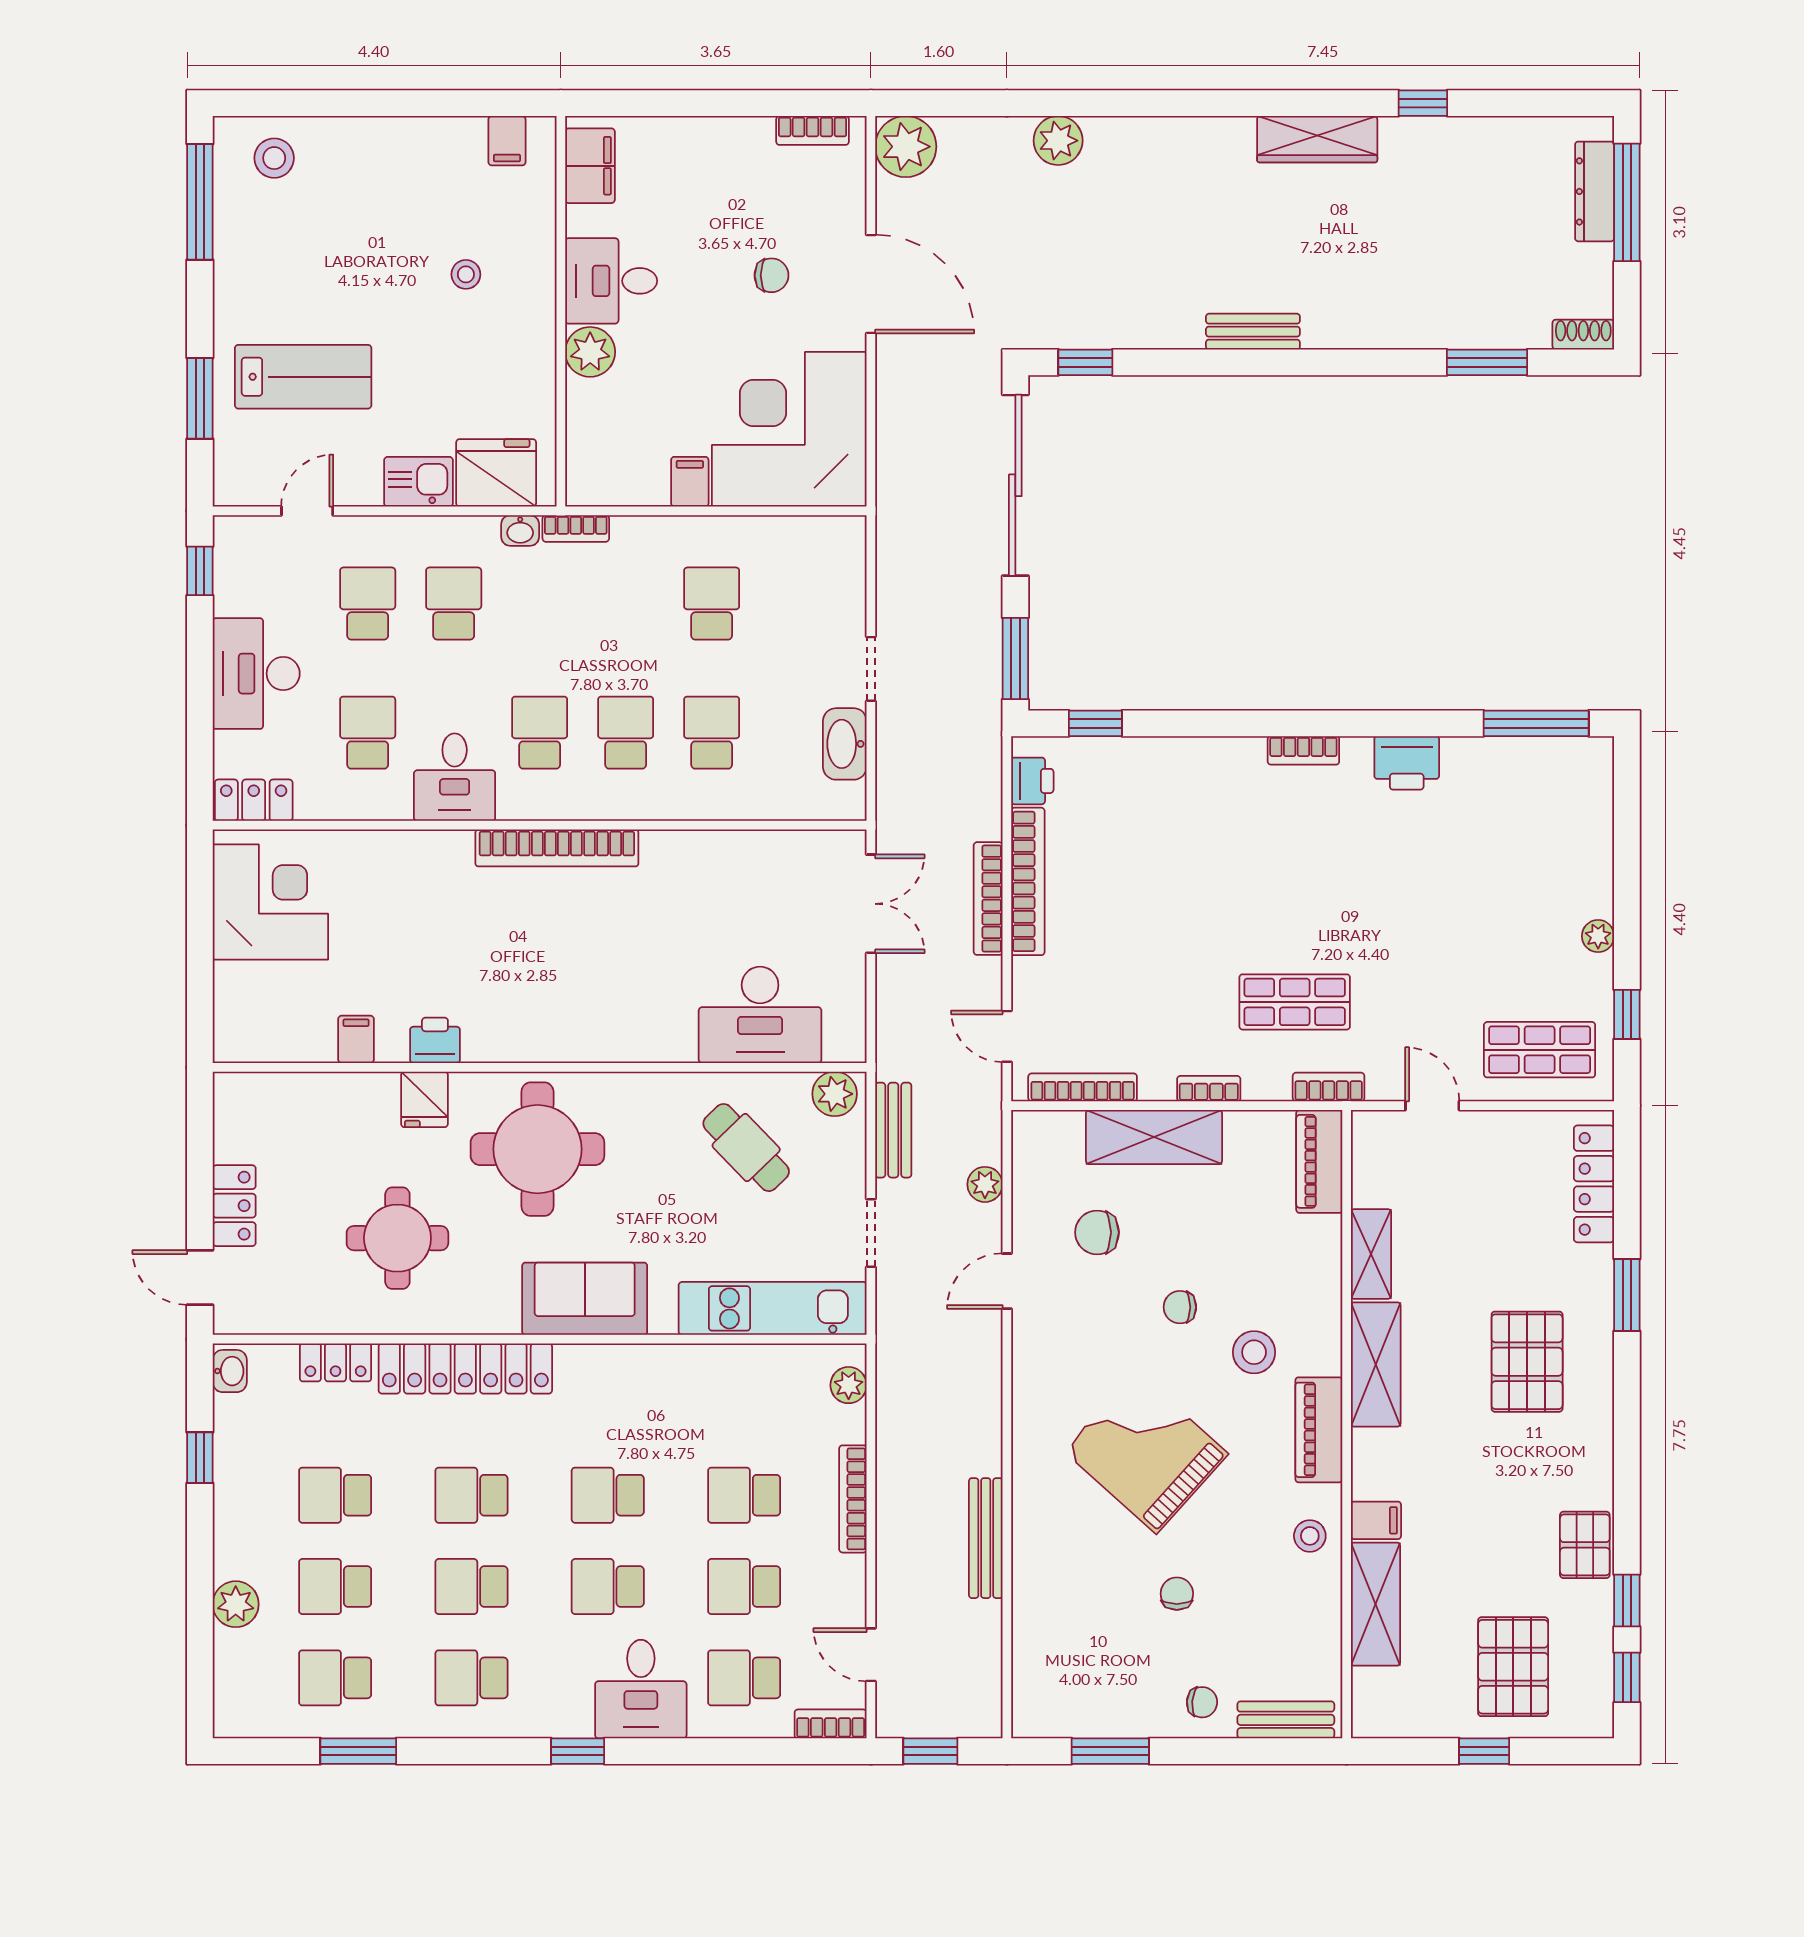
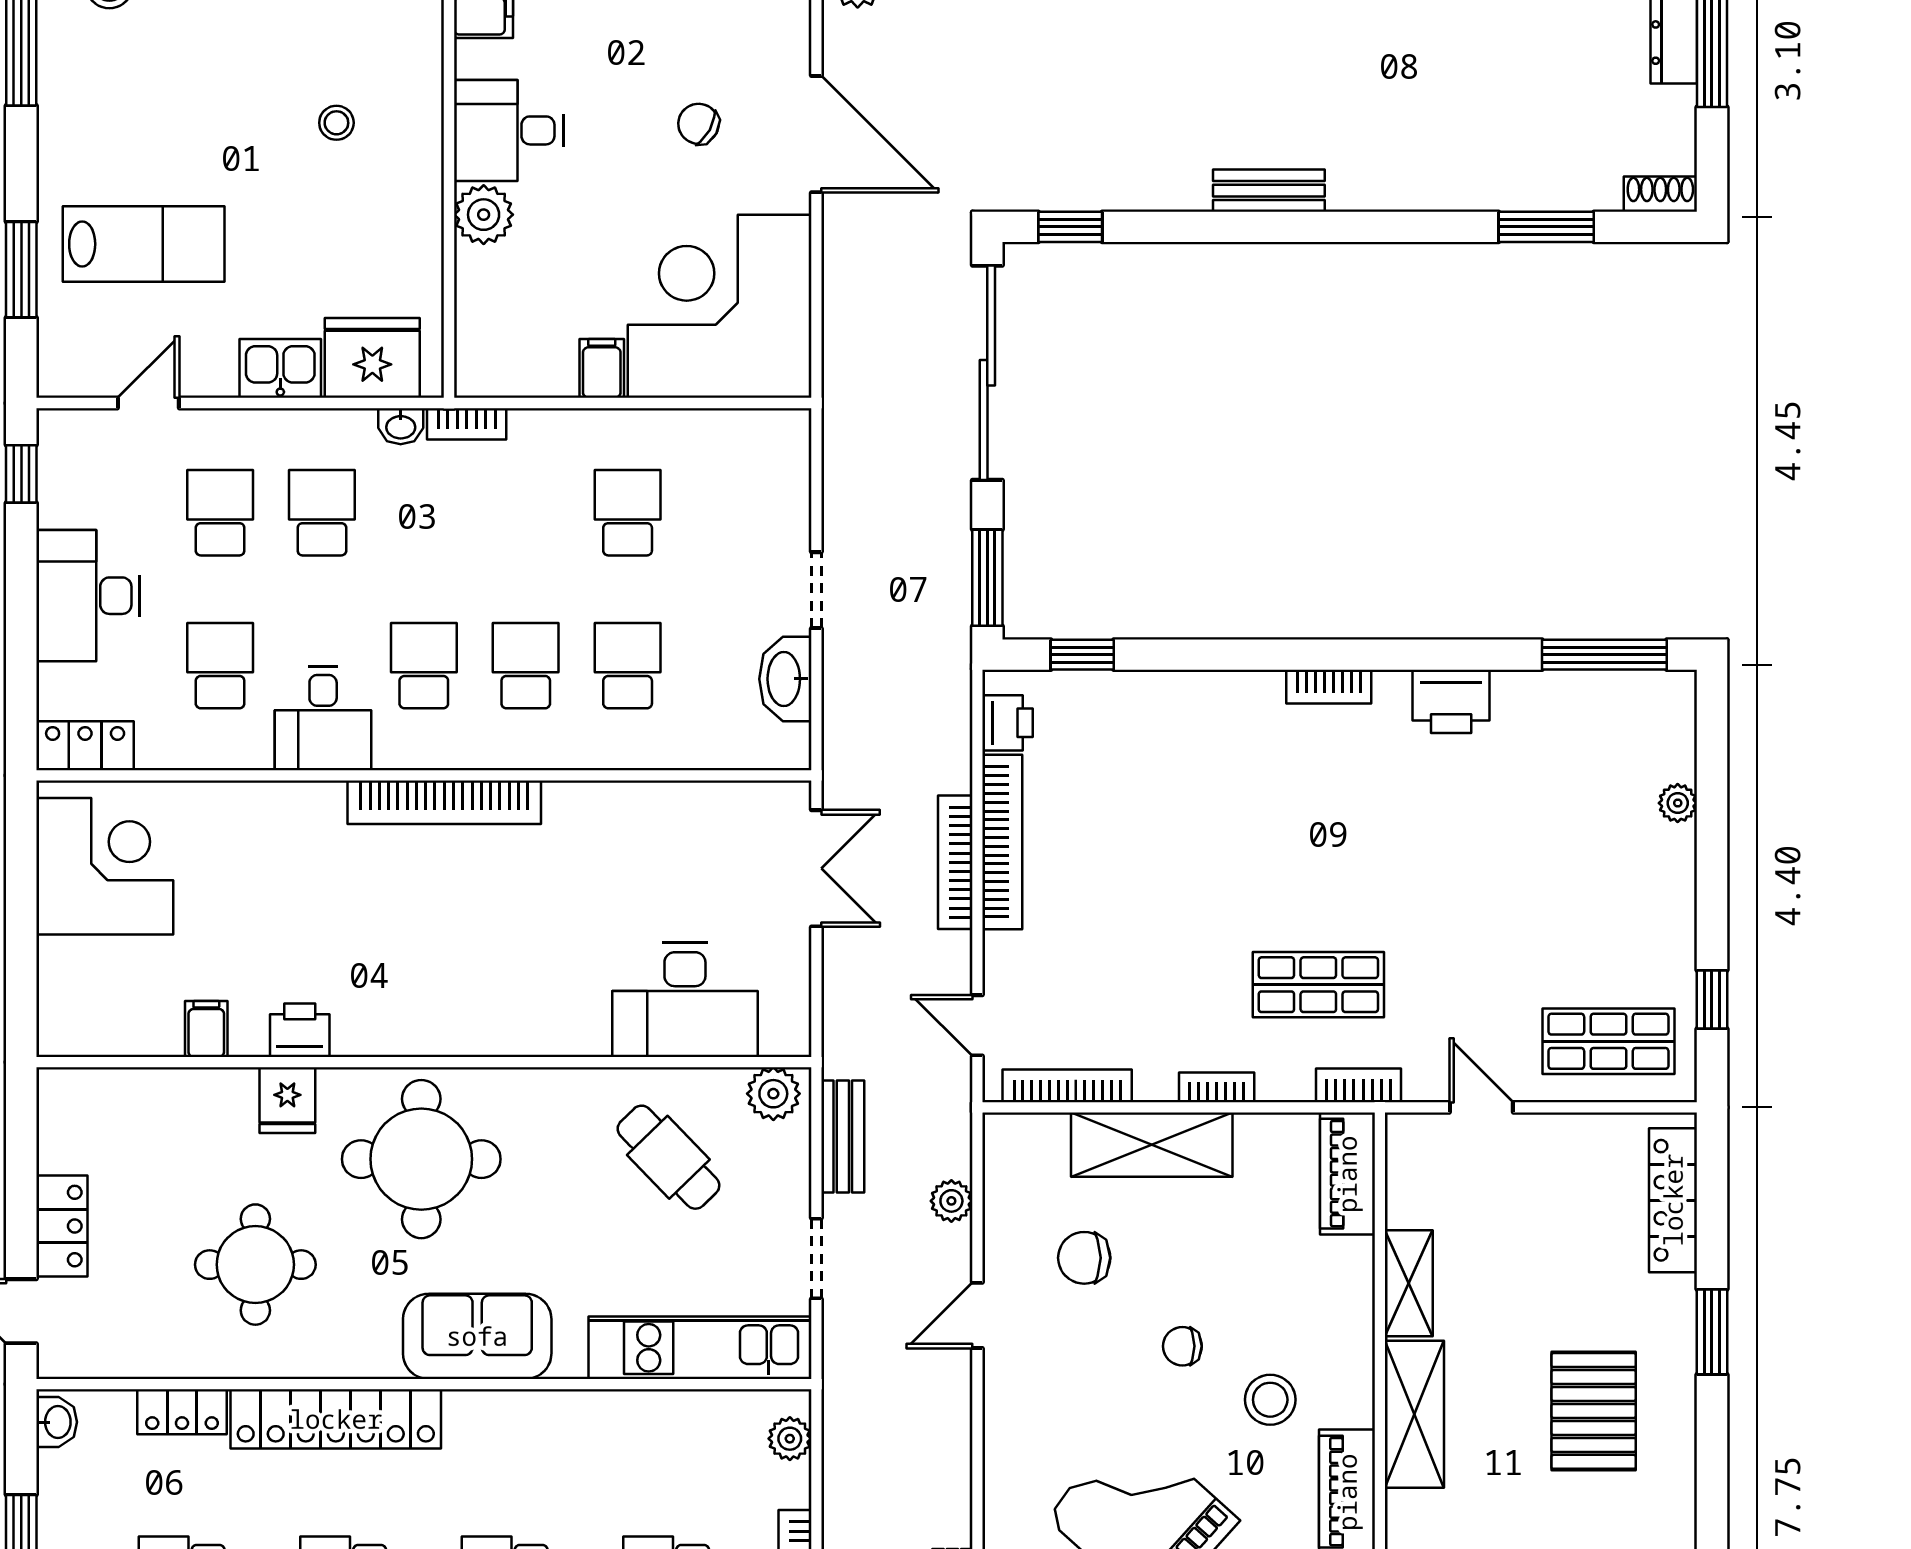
chair: (771, 275) -> (699, 124), turned -151
plant: (1598, 936) -> (1678, 803), moved

